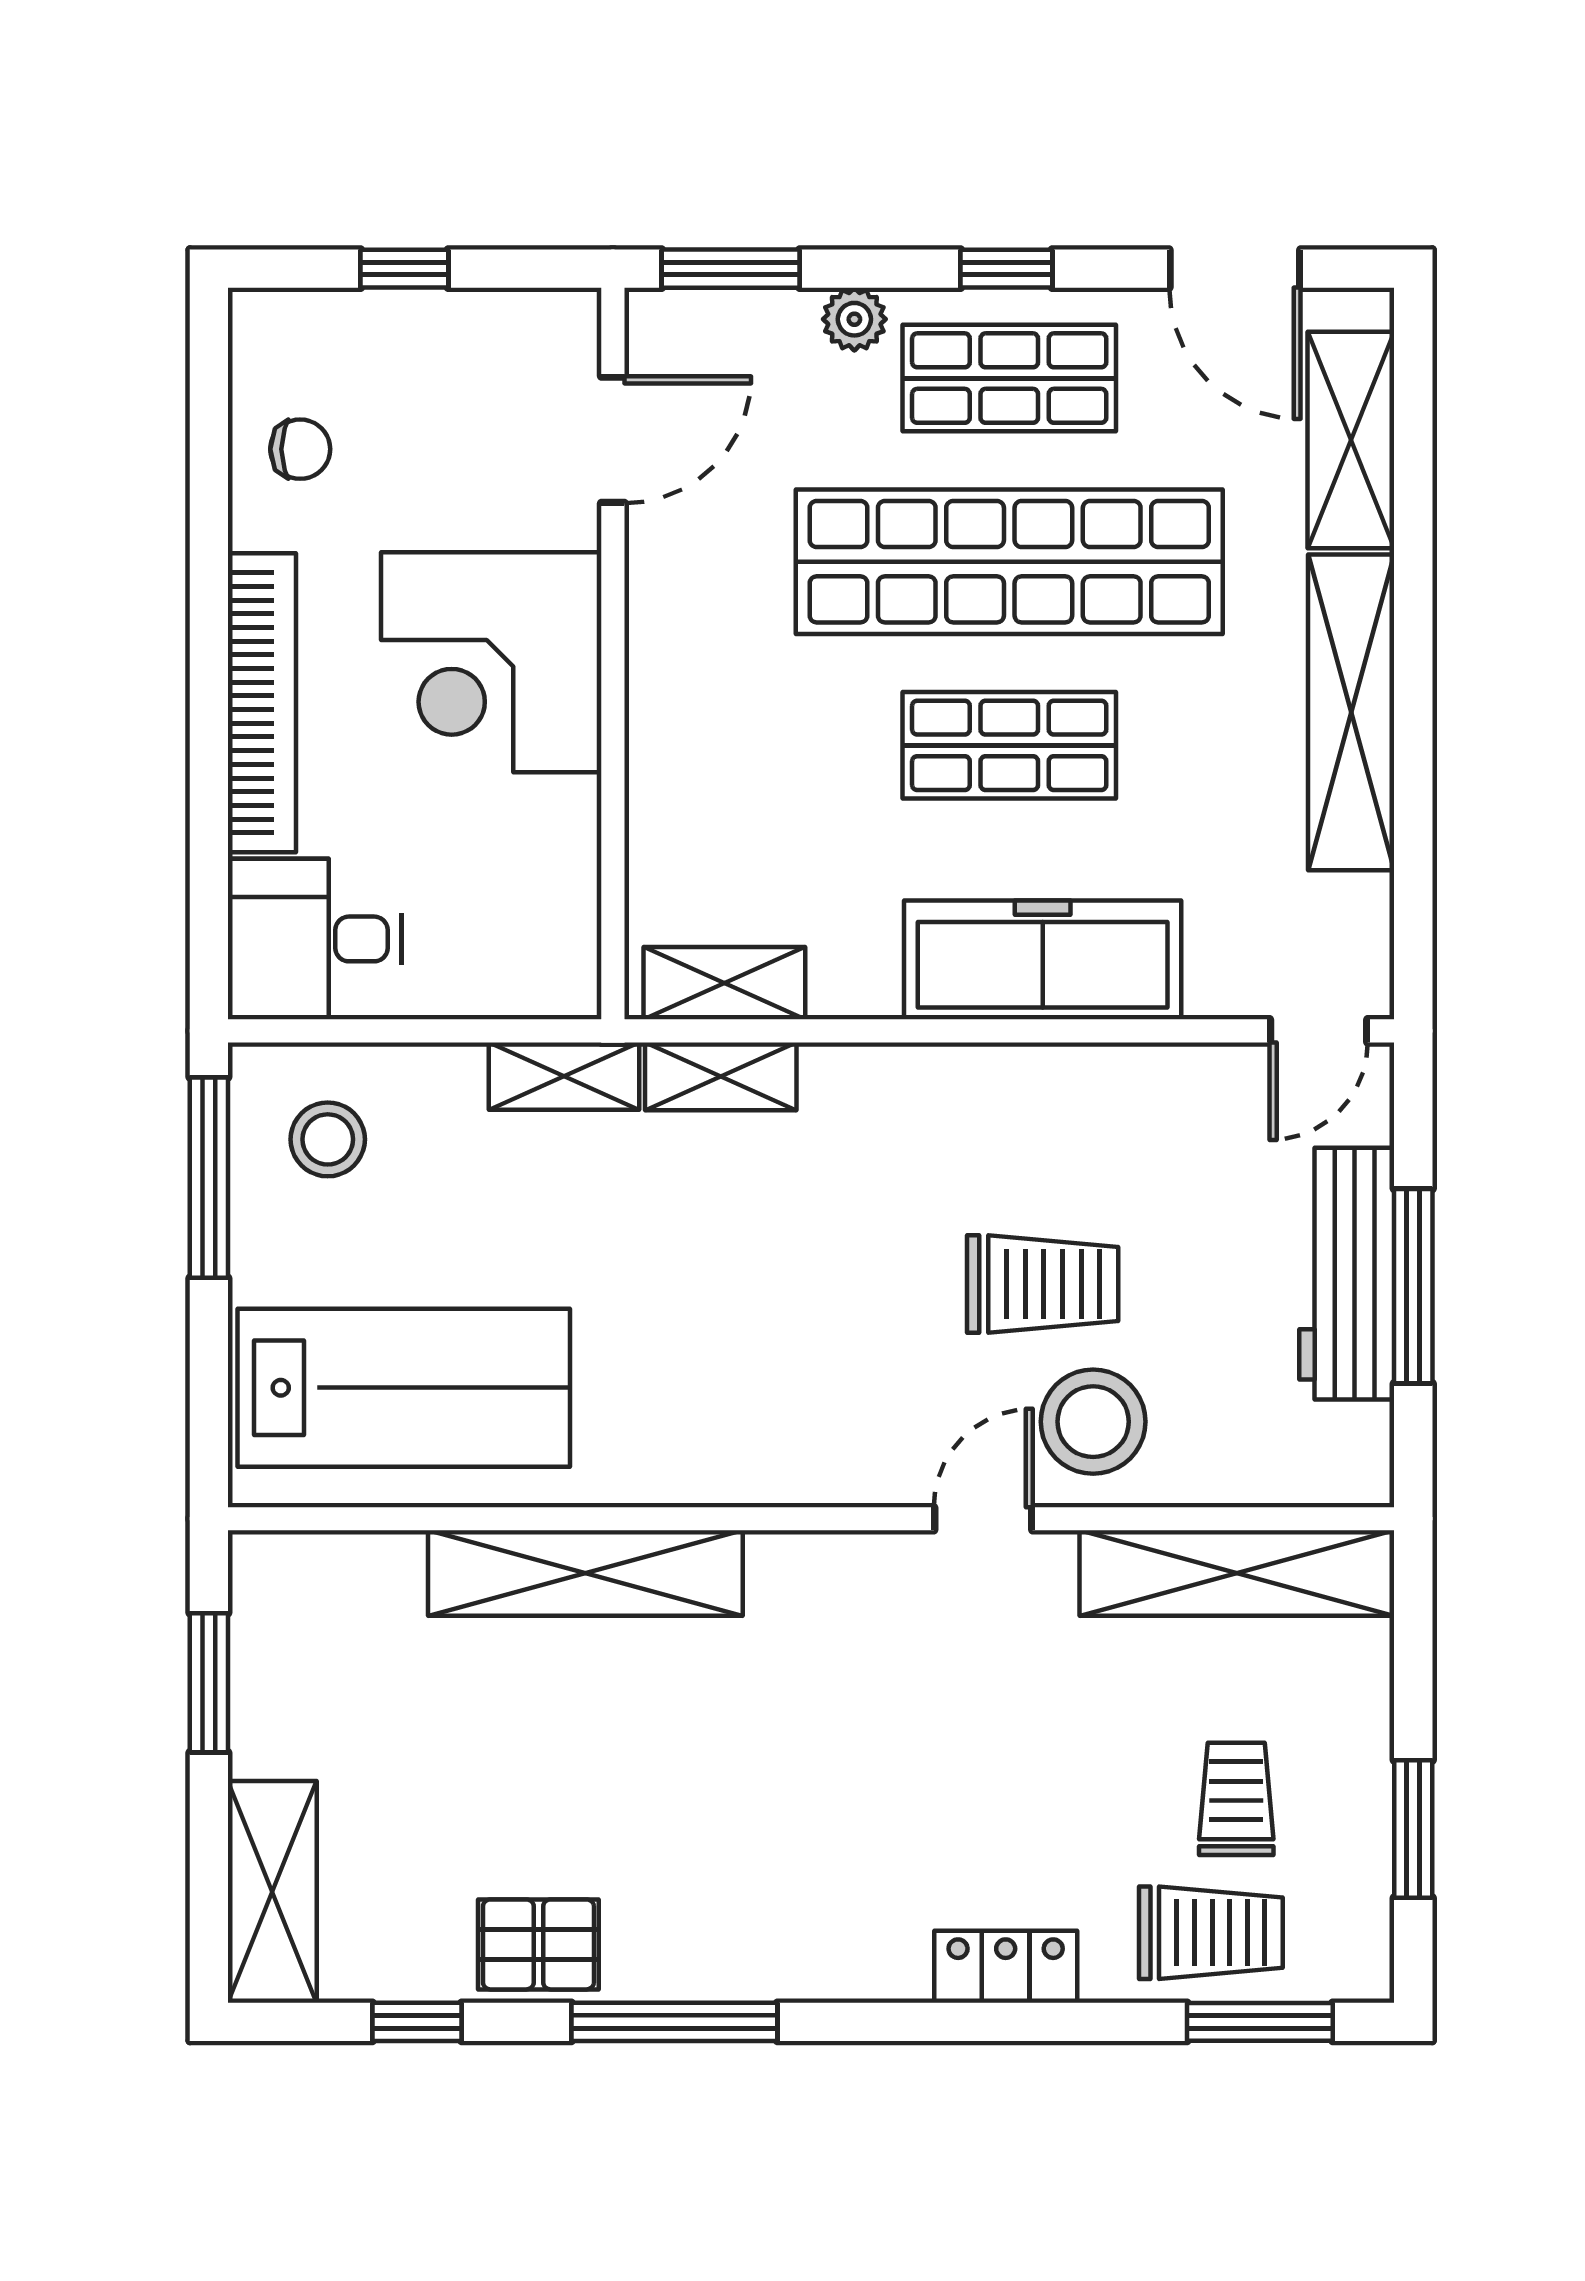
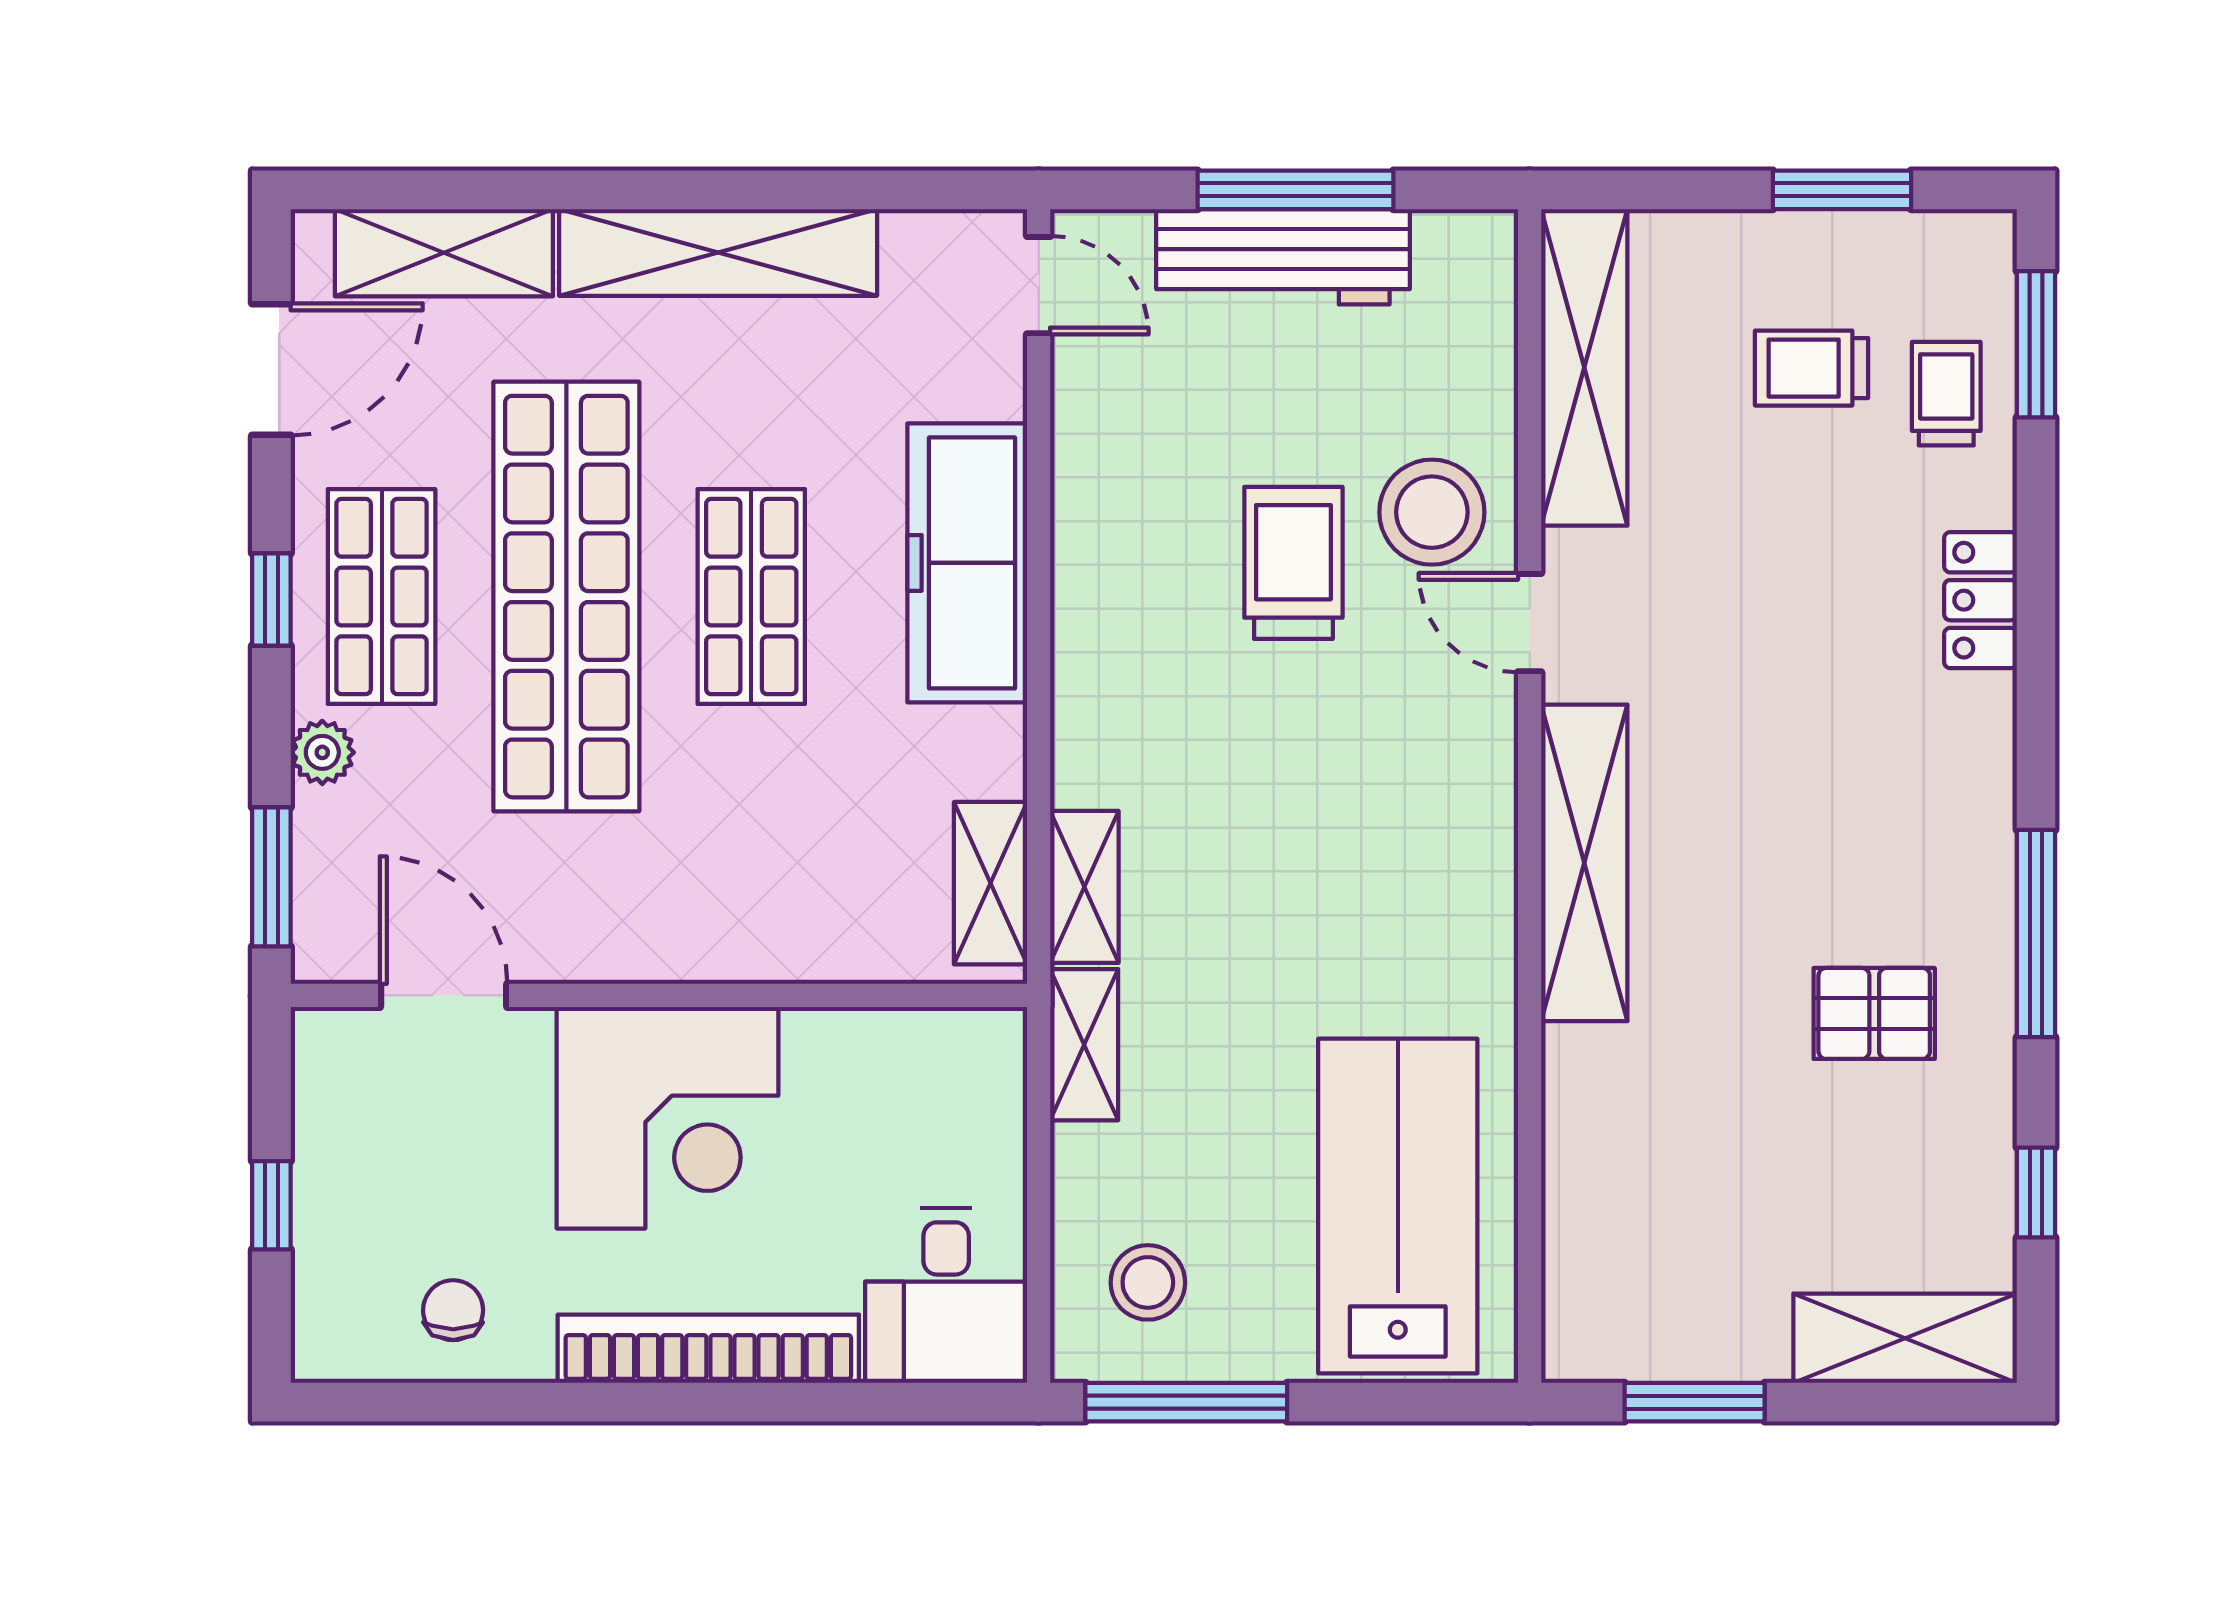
shelving: (585, 1573) -> (1584, 863), moved
trolley: (1211, 1933) -> (1946, 394), width x0.73, depth x0.72
pallet: (538, 1944) -> (1874, 1013), moved, turned 90

